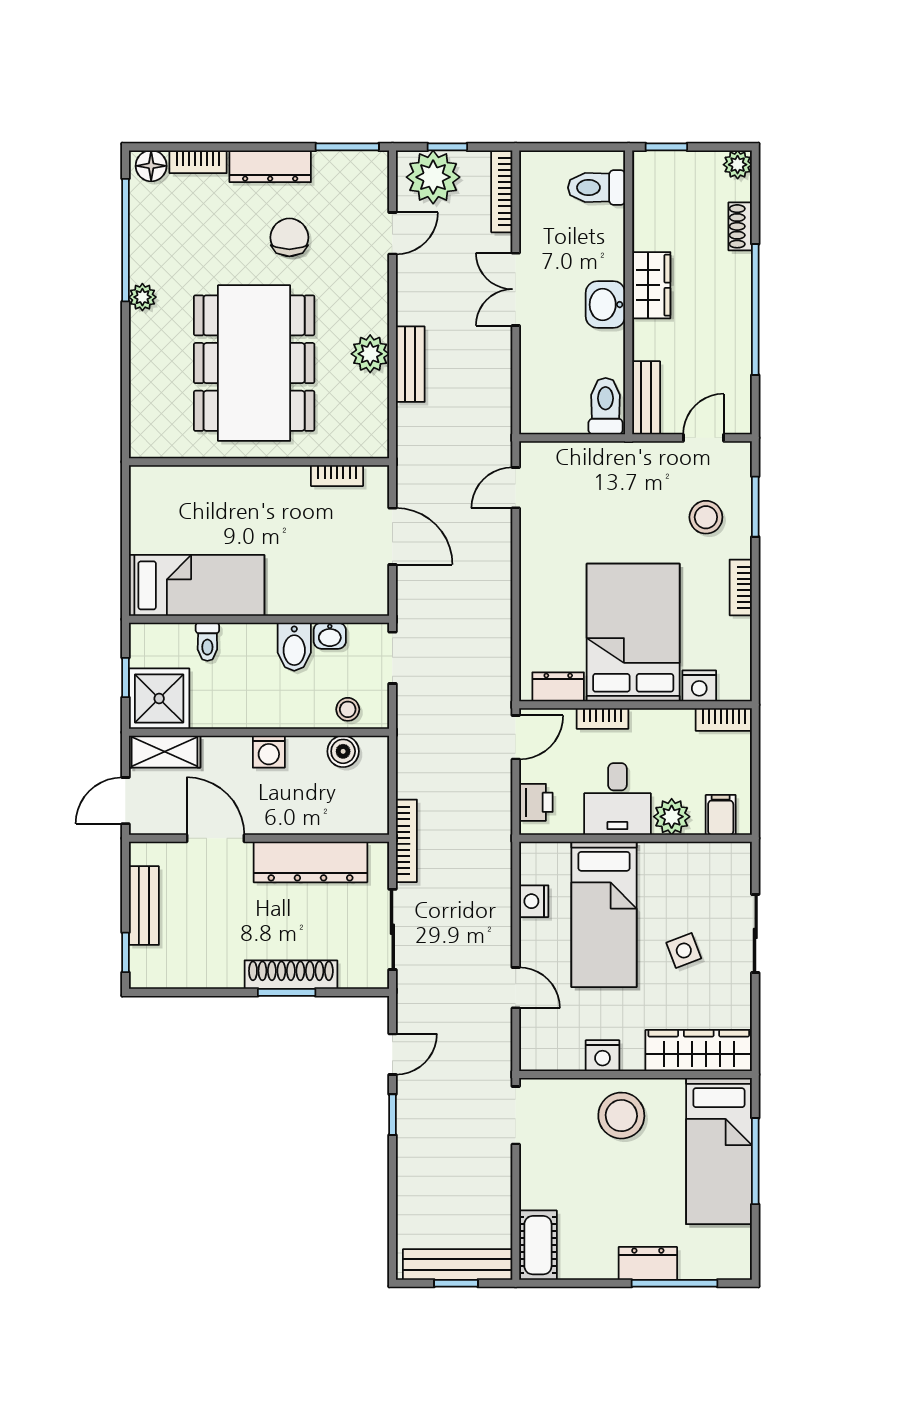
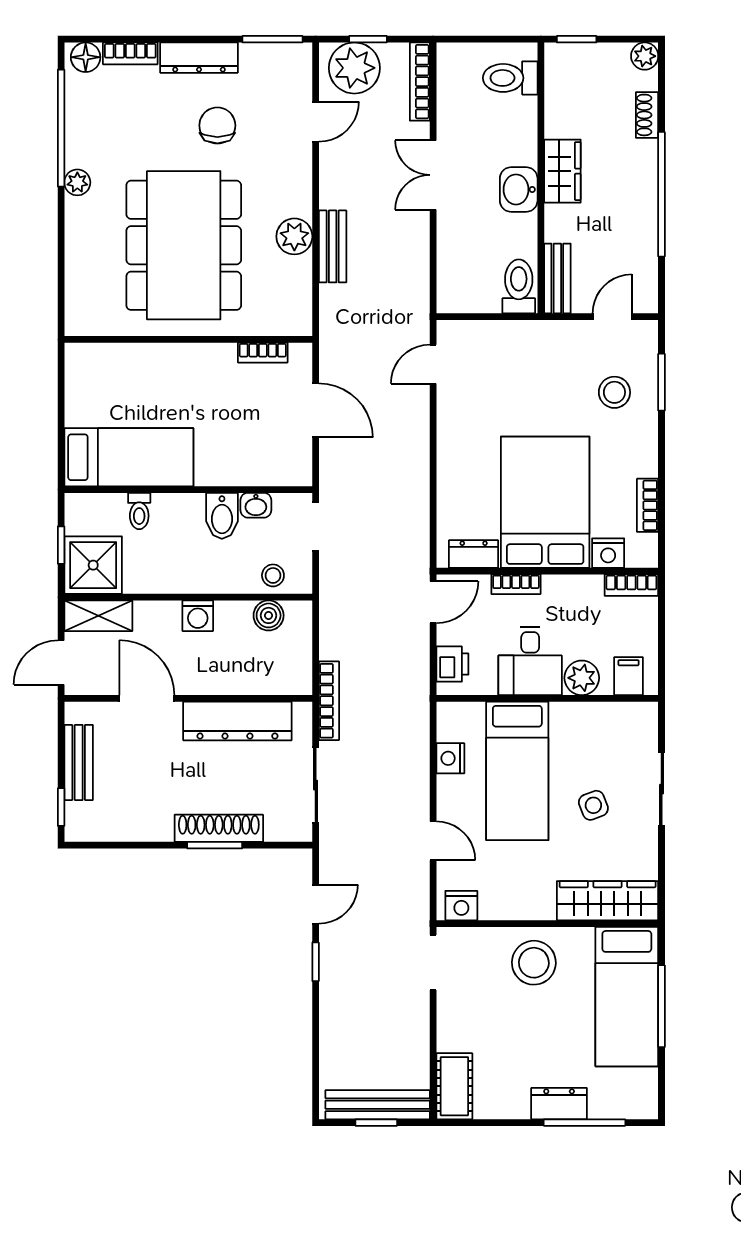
bookcase: (741, 587) -> (648, 505), moved
nightstand: (603, 1056) -> (461, 906), moved

